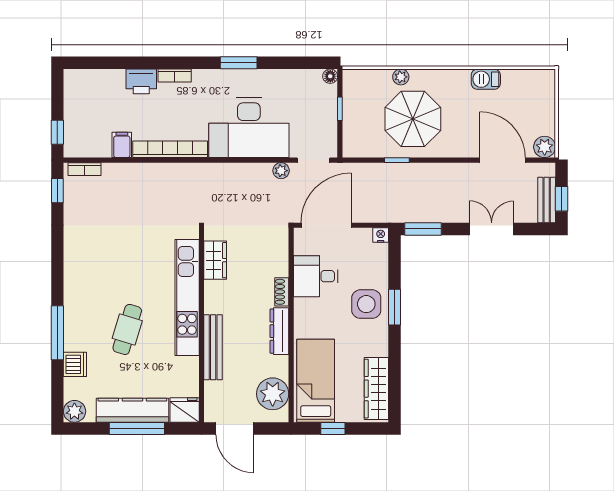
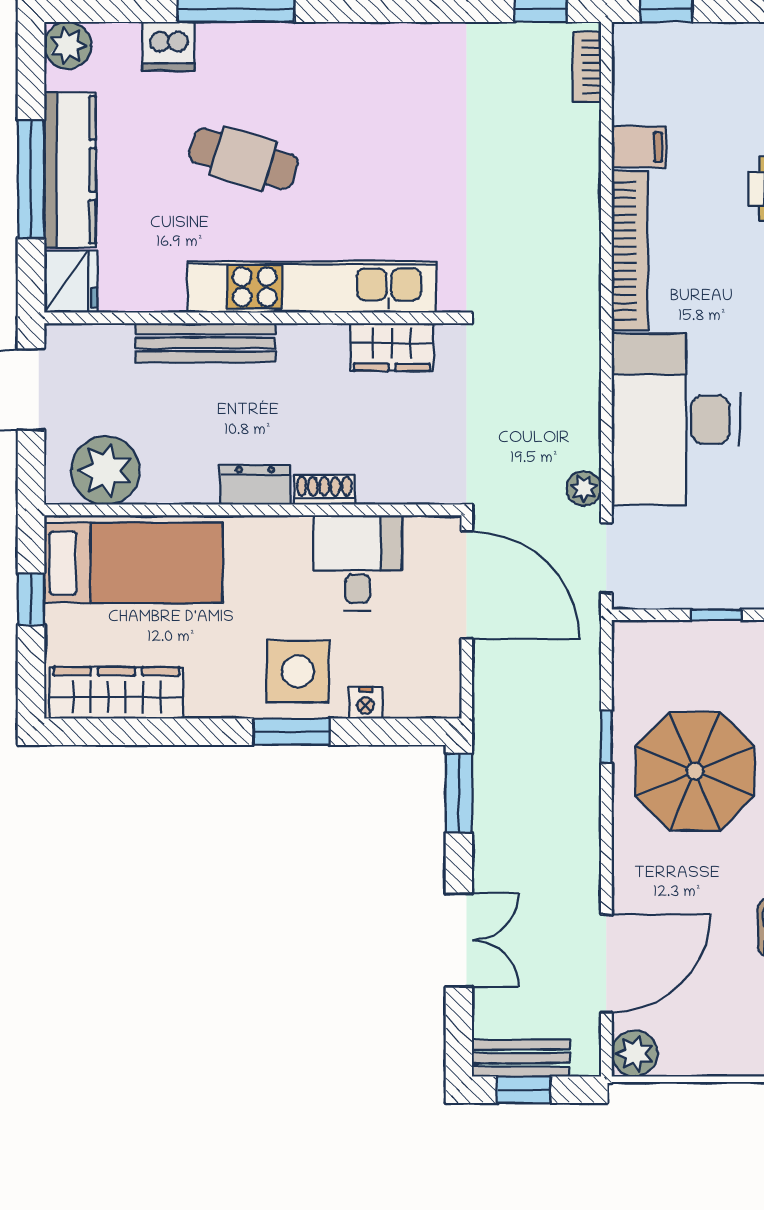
nightstand: (381, 235) -> (366, 703), moved, turned 90
dresser: (279, 331) -> (255, 485), width x0.70

